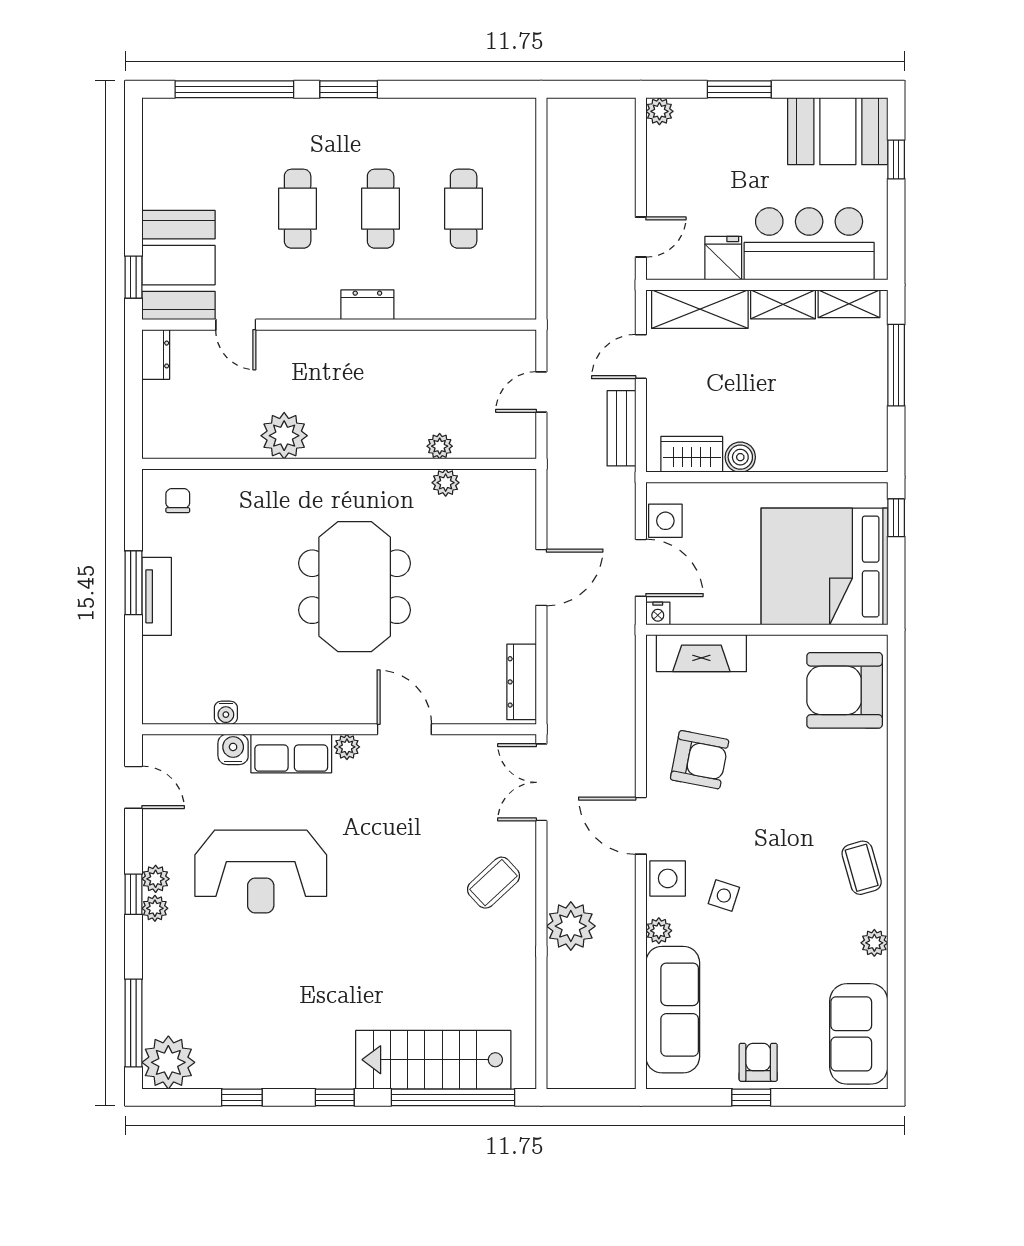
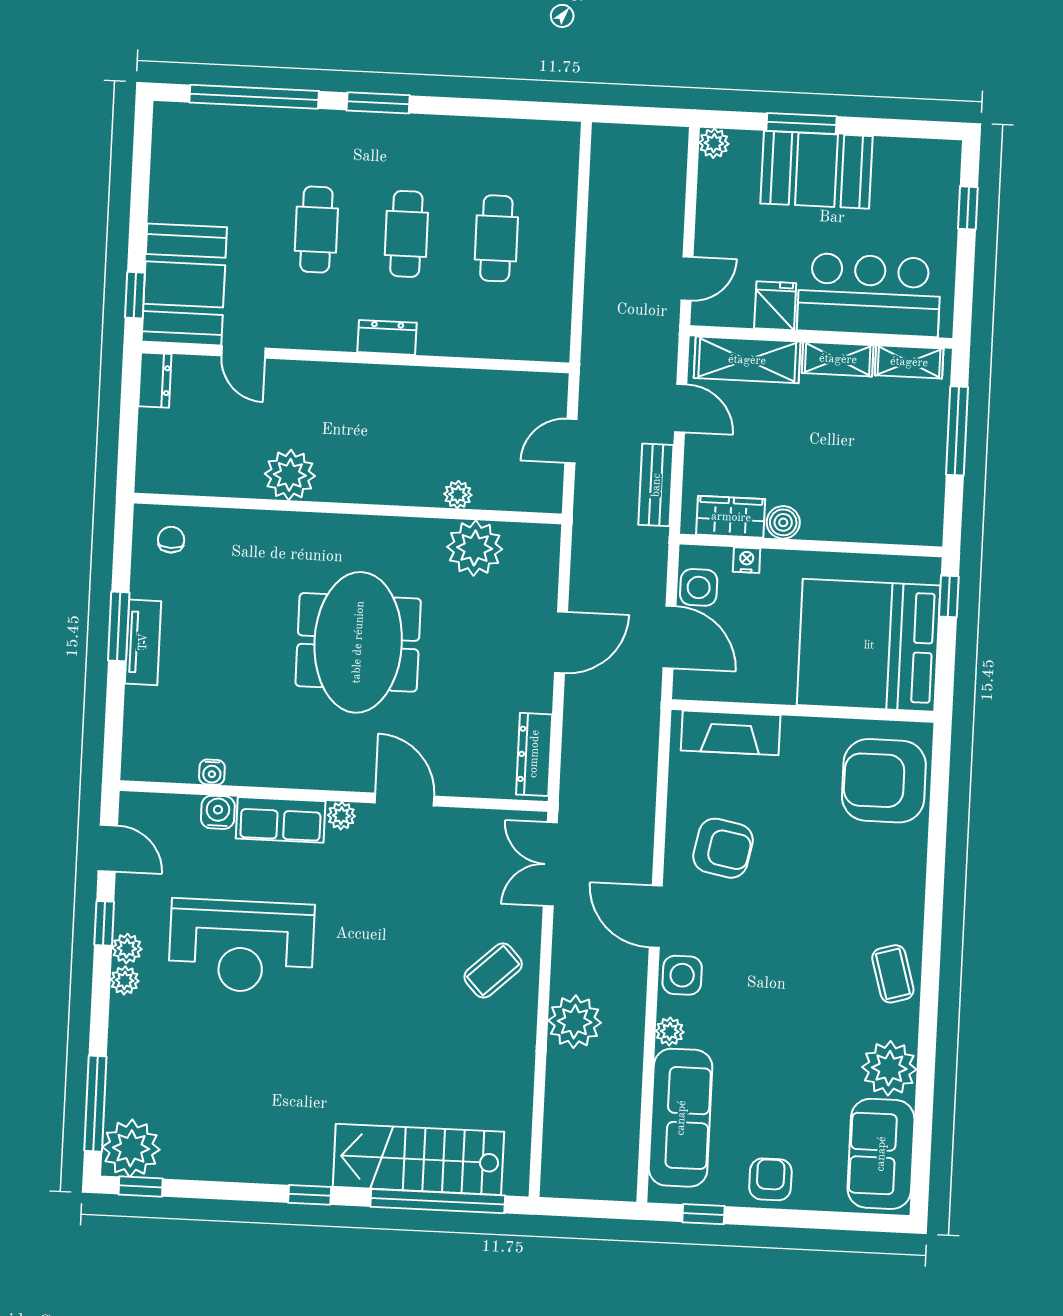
booth: (838, 131) -> (816, 170), moved
door: (641, 357) -> (681, 408), swing flipped
plant: (446, 483) -> (475, 548), width x1.88, depth x1.88
nightstand: (658, 613) -> (747, 560), moved, turned 180
window: (133, 894) -> (104, 923), moved
side table: (724, 896) -> (742, 997), removed
plant: (874, 943) -> (889, 1068), width x1.88, depth x1.88
window: (242, 1097) -> (141, 1187), moved
window: (751, 1097) -> (703, 1214), moved

